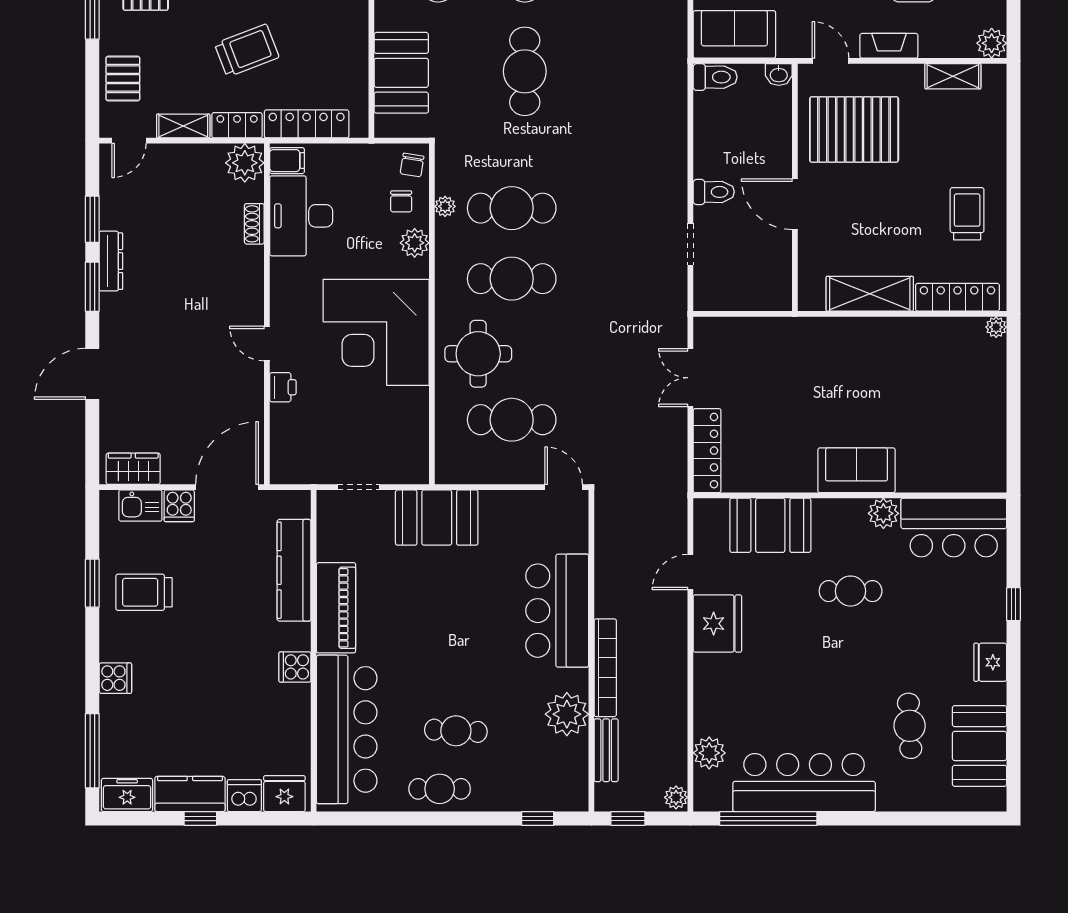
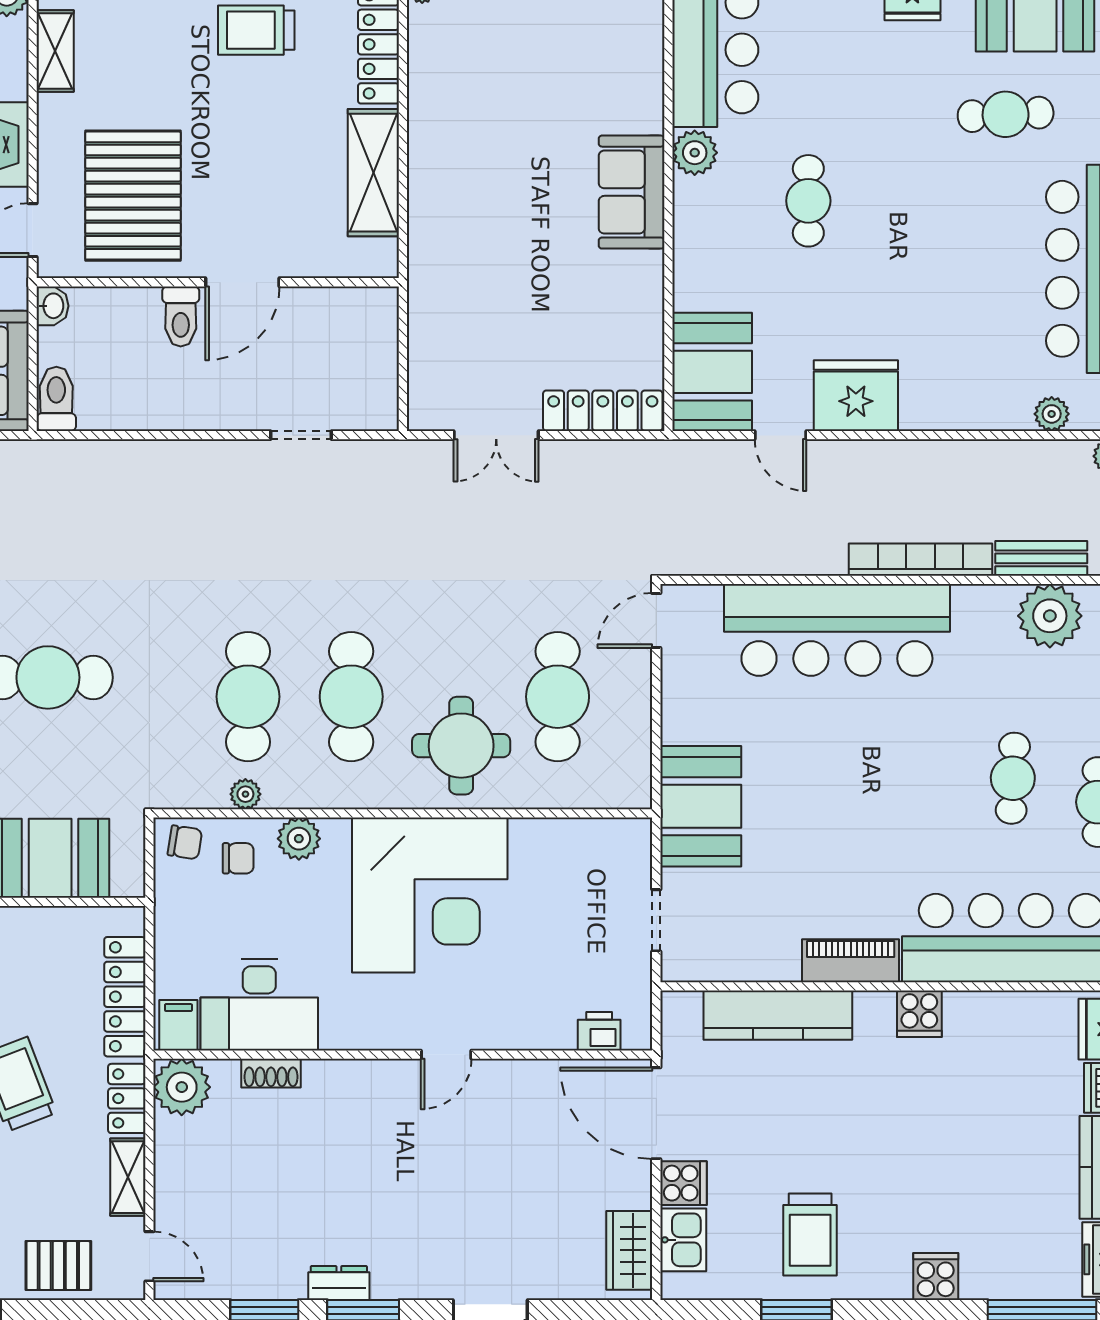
toilet: (714, 192) -> (181, 316), moved, turned 180
dresser: (111, 261) -> (339, 1283), width x0.70
printer: (283, 387) -> (599, 1031), moved
booth: (770, 525) -> (712, 372), moved
piano: (336, 608) -> (851, 961), width x0.73, depth x0.75
bar counter: (557, 611) -> (837, 630), width x1.36
plant: (567, 714) -> (1050, 616), moved
plant: (709, 753) -> (1052, 414), width x0.73, depth x0.73

